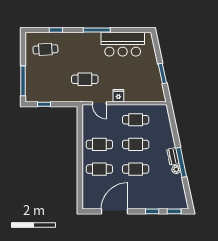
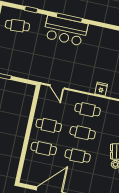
bar counter: (123, 44) -> (66, 31), moved
cafe table: (85, 79) -> (48, 61), removed
fridge: (118, 96) -> (101, 89), moved

